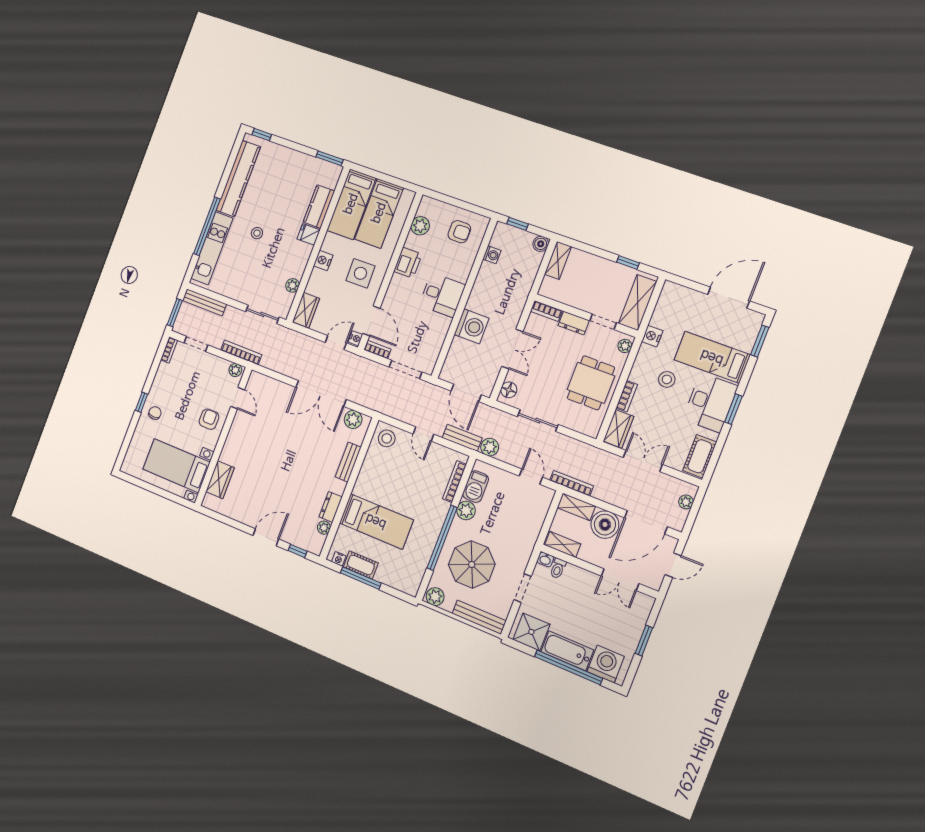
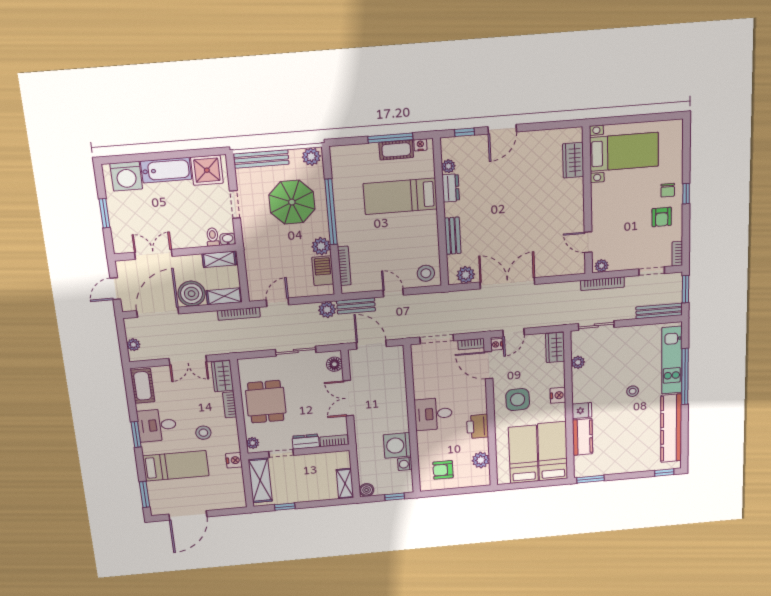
washing machine: (472, 326) -> (397, 445), moved
desk: (710, 403) -> (157, 425), width x0.73
armchair: (209, 419) -> (662, 217), moved
door: (531, 477) -> (278, 302), swing flipped
window: (568, 667) -> (157, 156), removed

